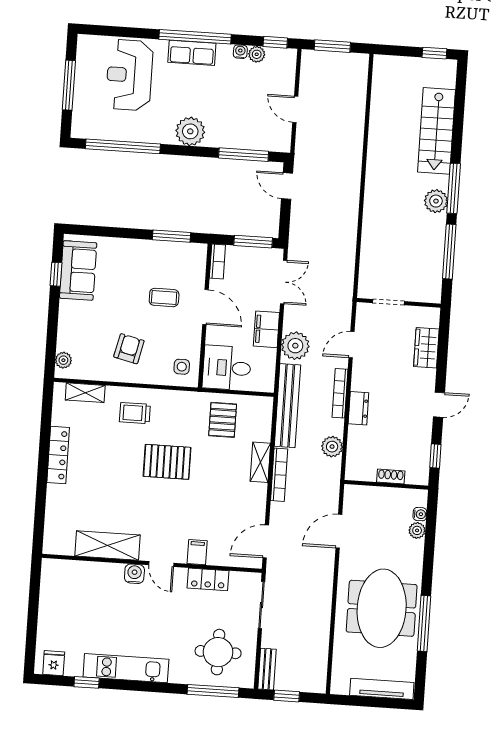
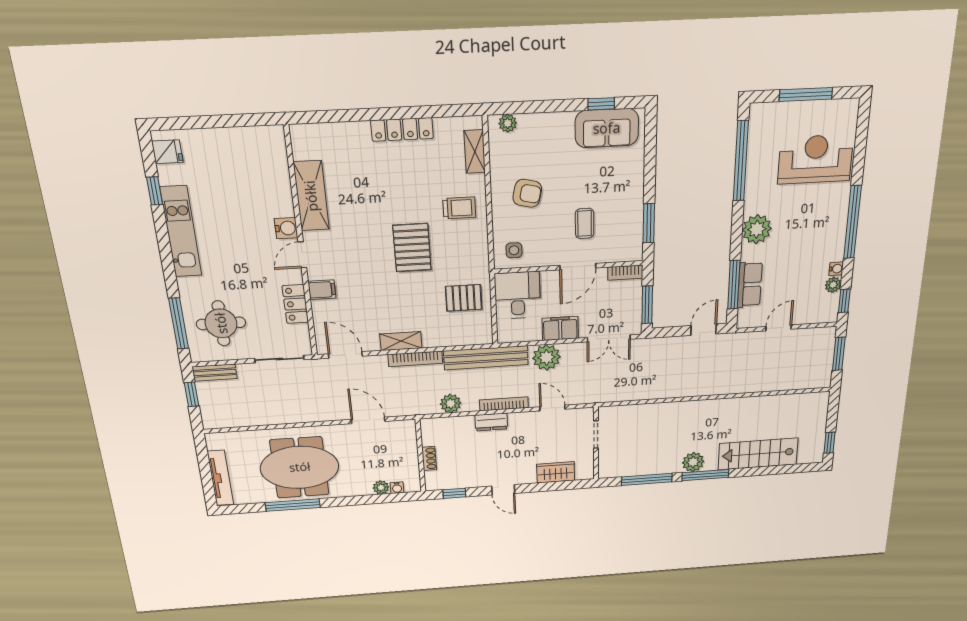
row of seats: (192, 53) -> (750, 285), moved, turned 180
trolley: (135, 413) -> (459, 208), turned 90
shelving: (260, 462) -> (401, 341), moved

